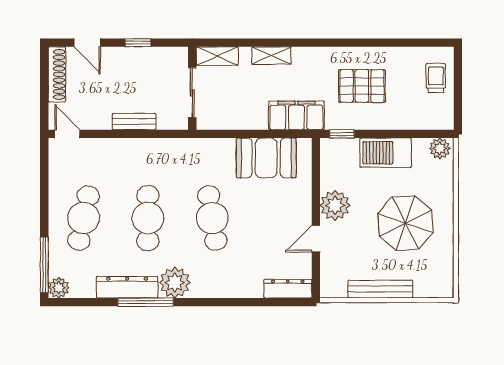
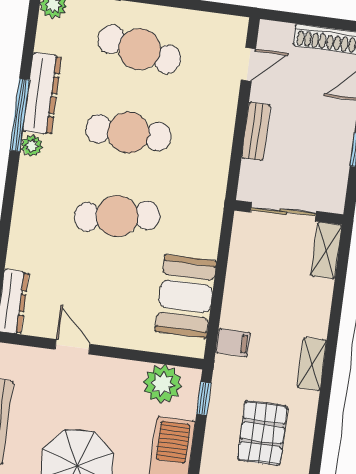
shelving: (271, 56) -> (312, 364), moved
filing cabinet: (296, 115) -> (233, 342), width x0.33, depth x0.86
door: (67, 134) -> (248, 64), moved
plant: (335, 205) -> (162, 384), moved
plant: (175, 283) -> (32, 146), width x0.53, depth x0.53

